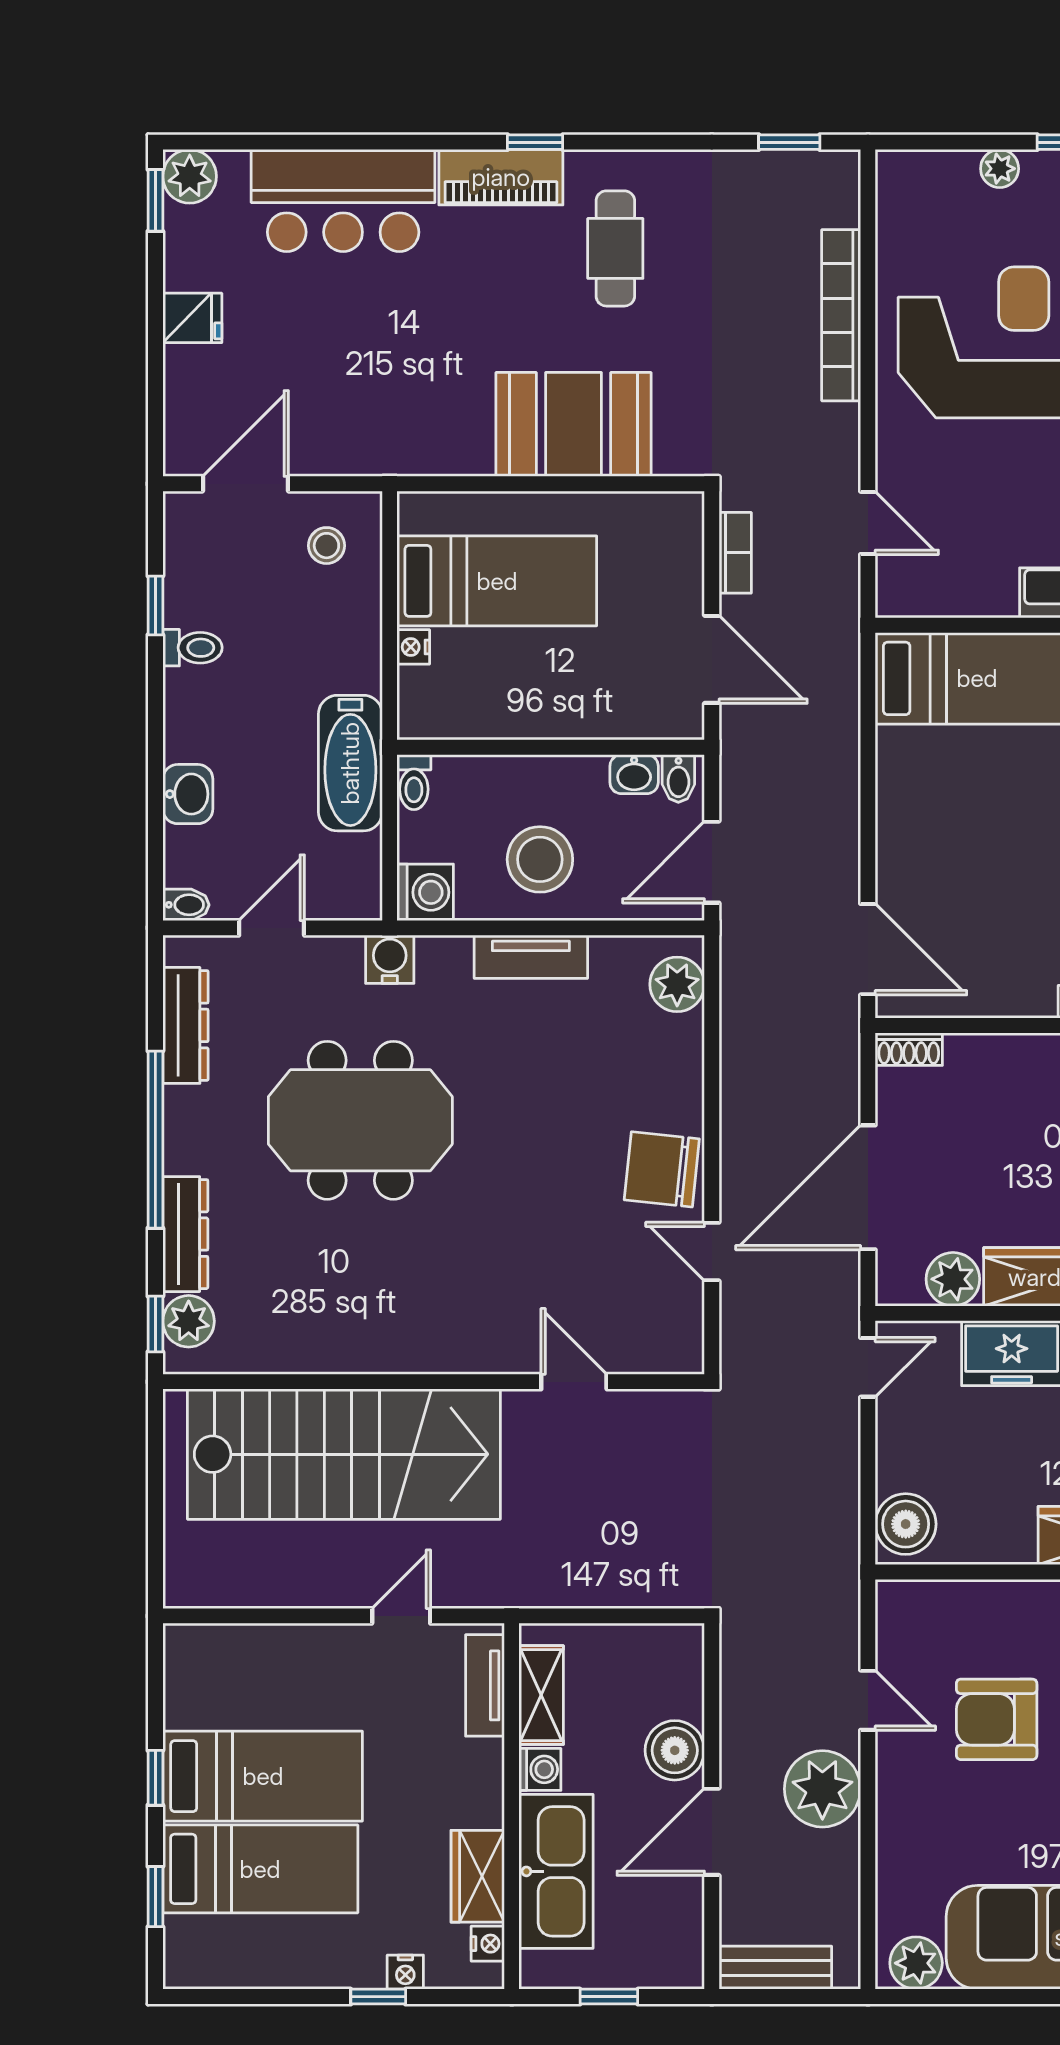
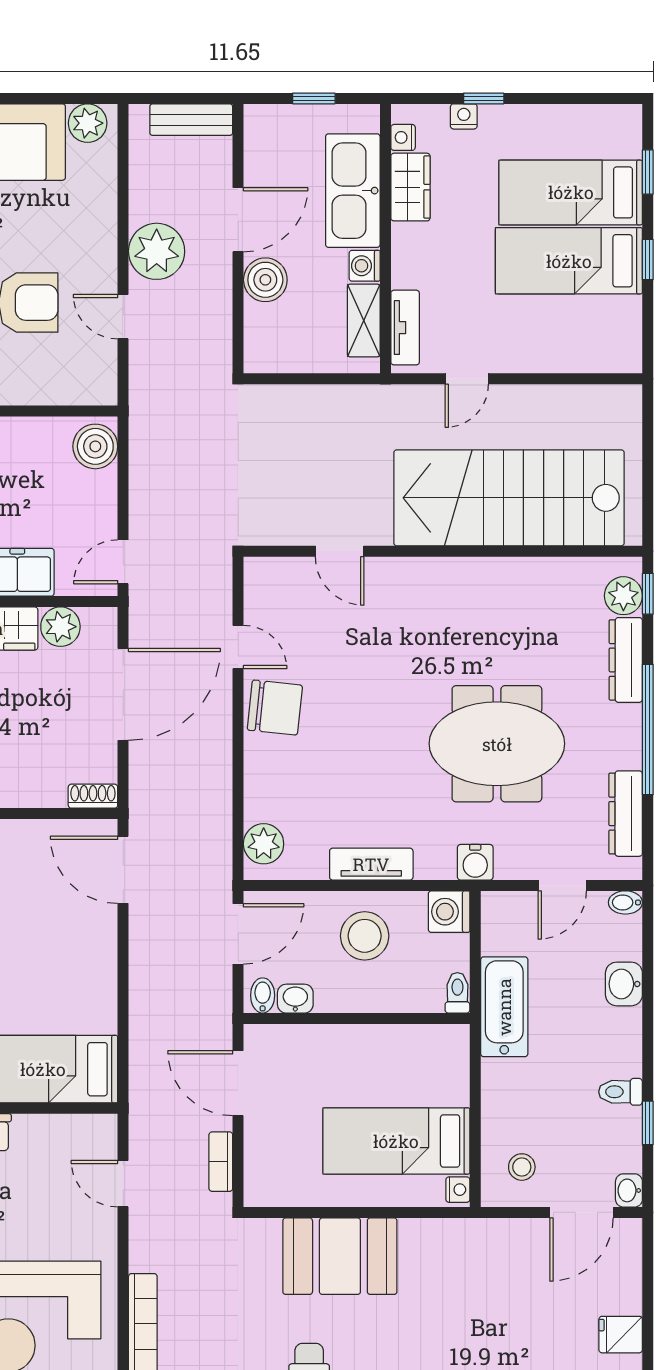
washbasin: (181, 514) -> (629, 1190), added
nightstand: (413, 647) -> (458, 1190), moved

